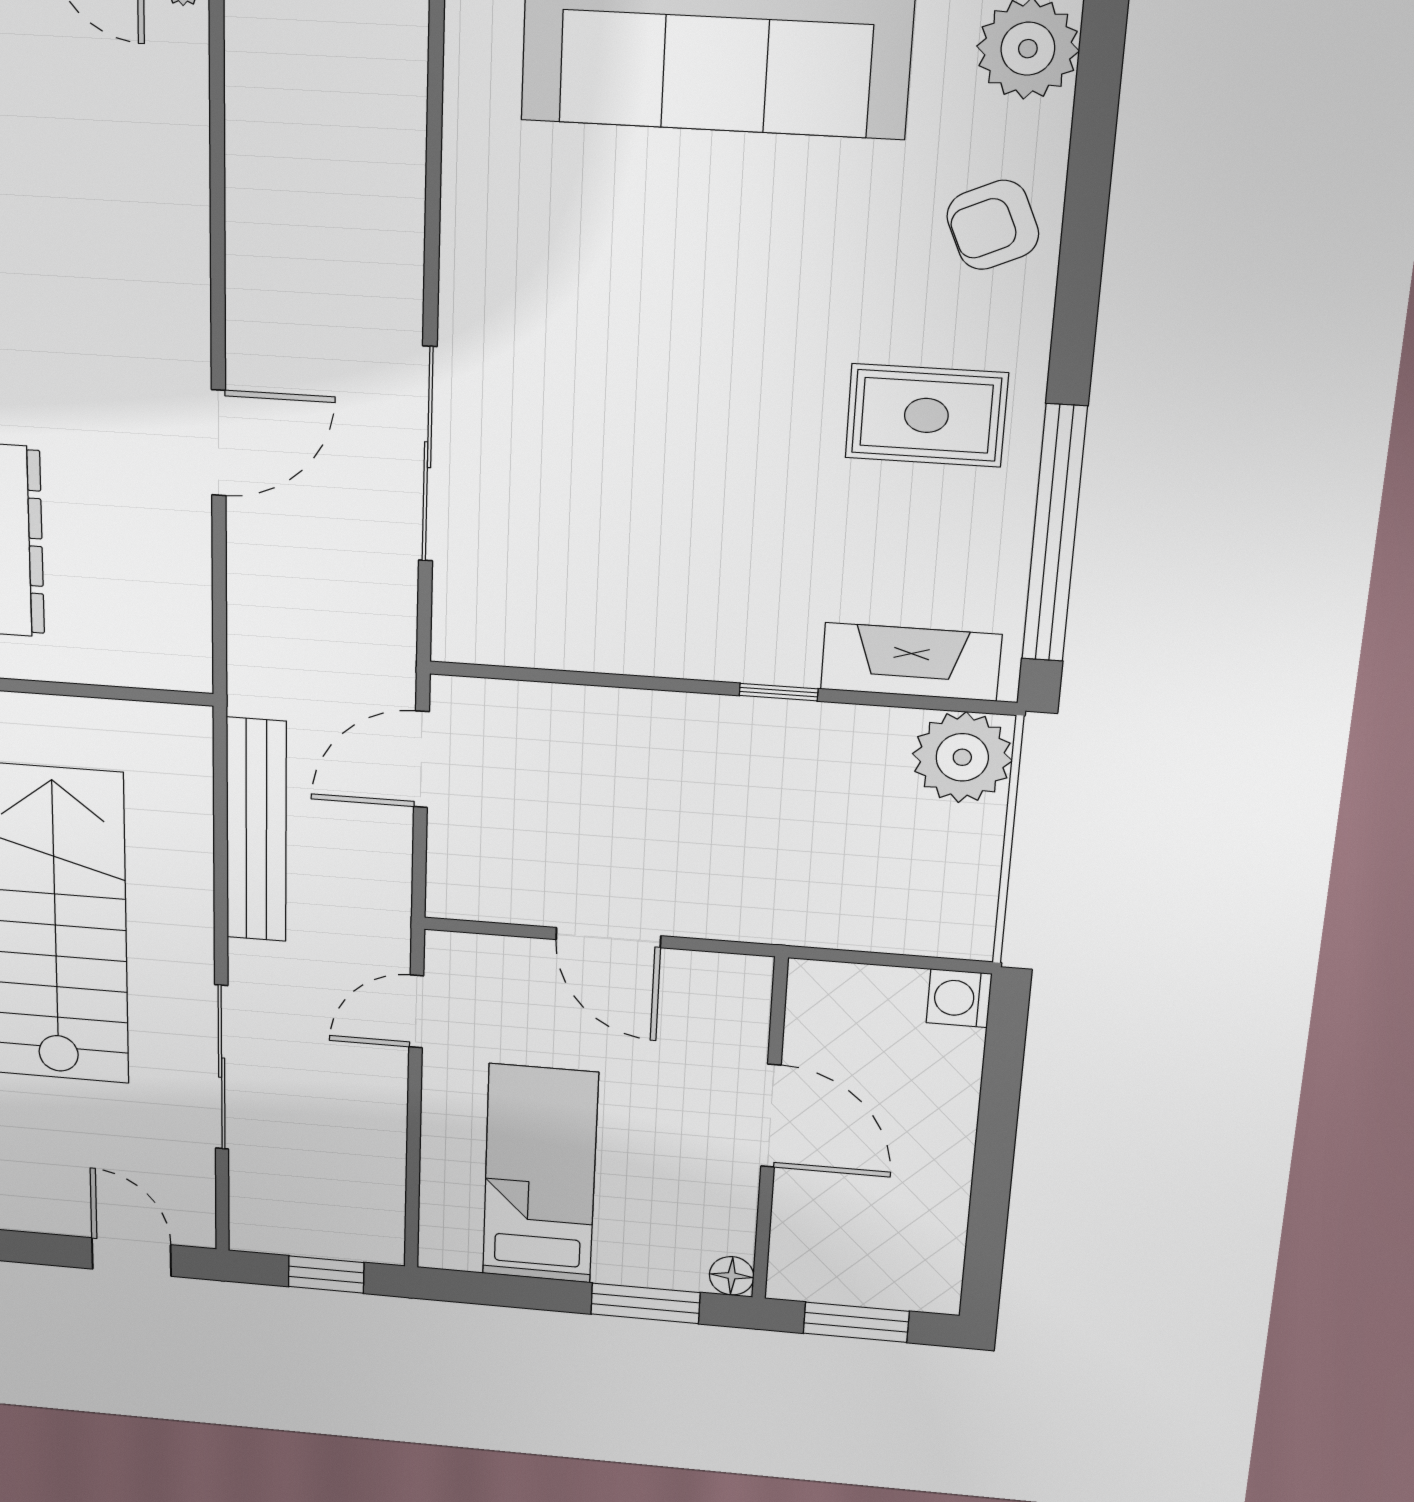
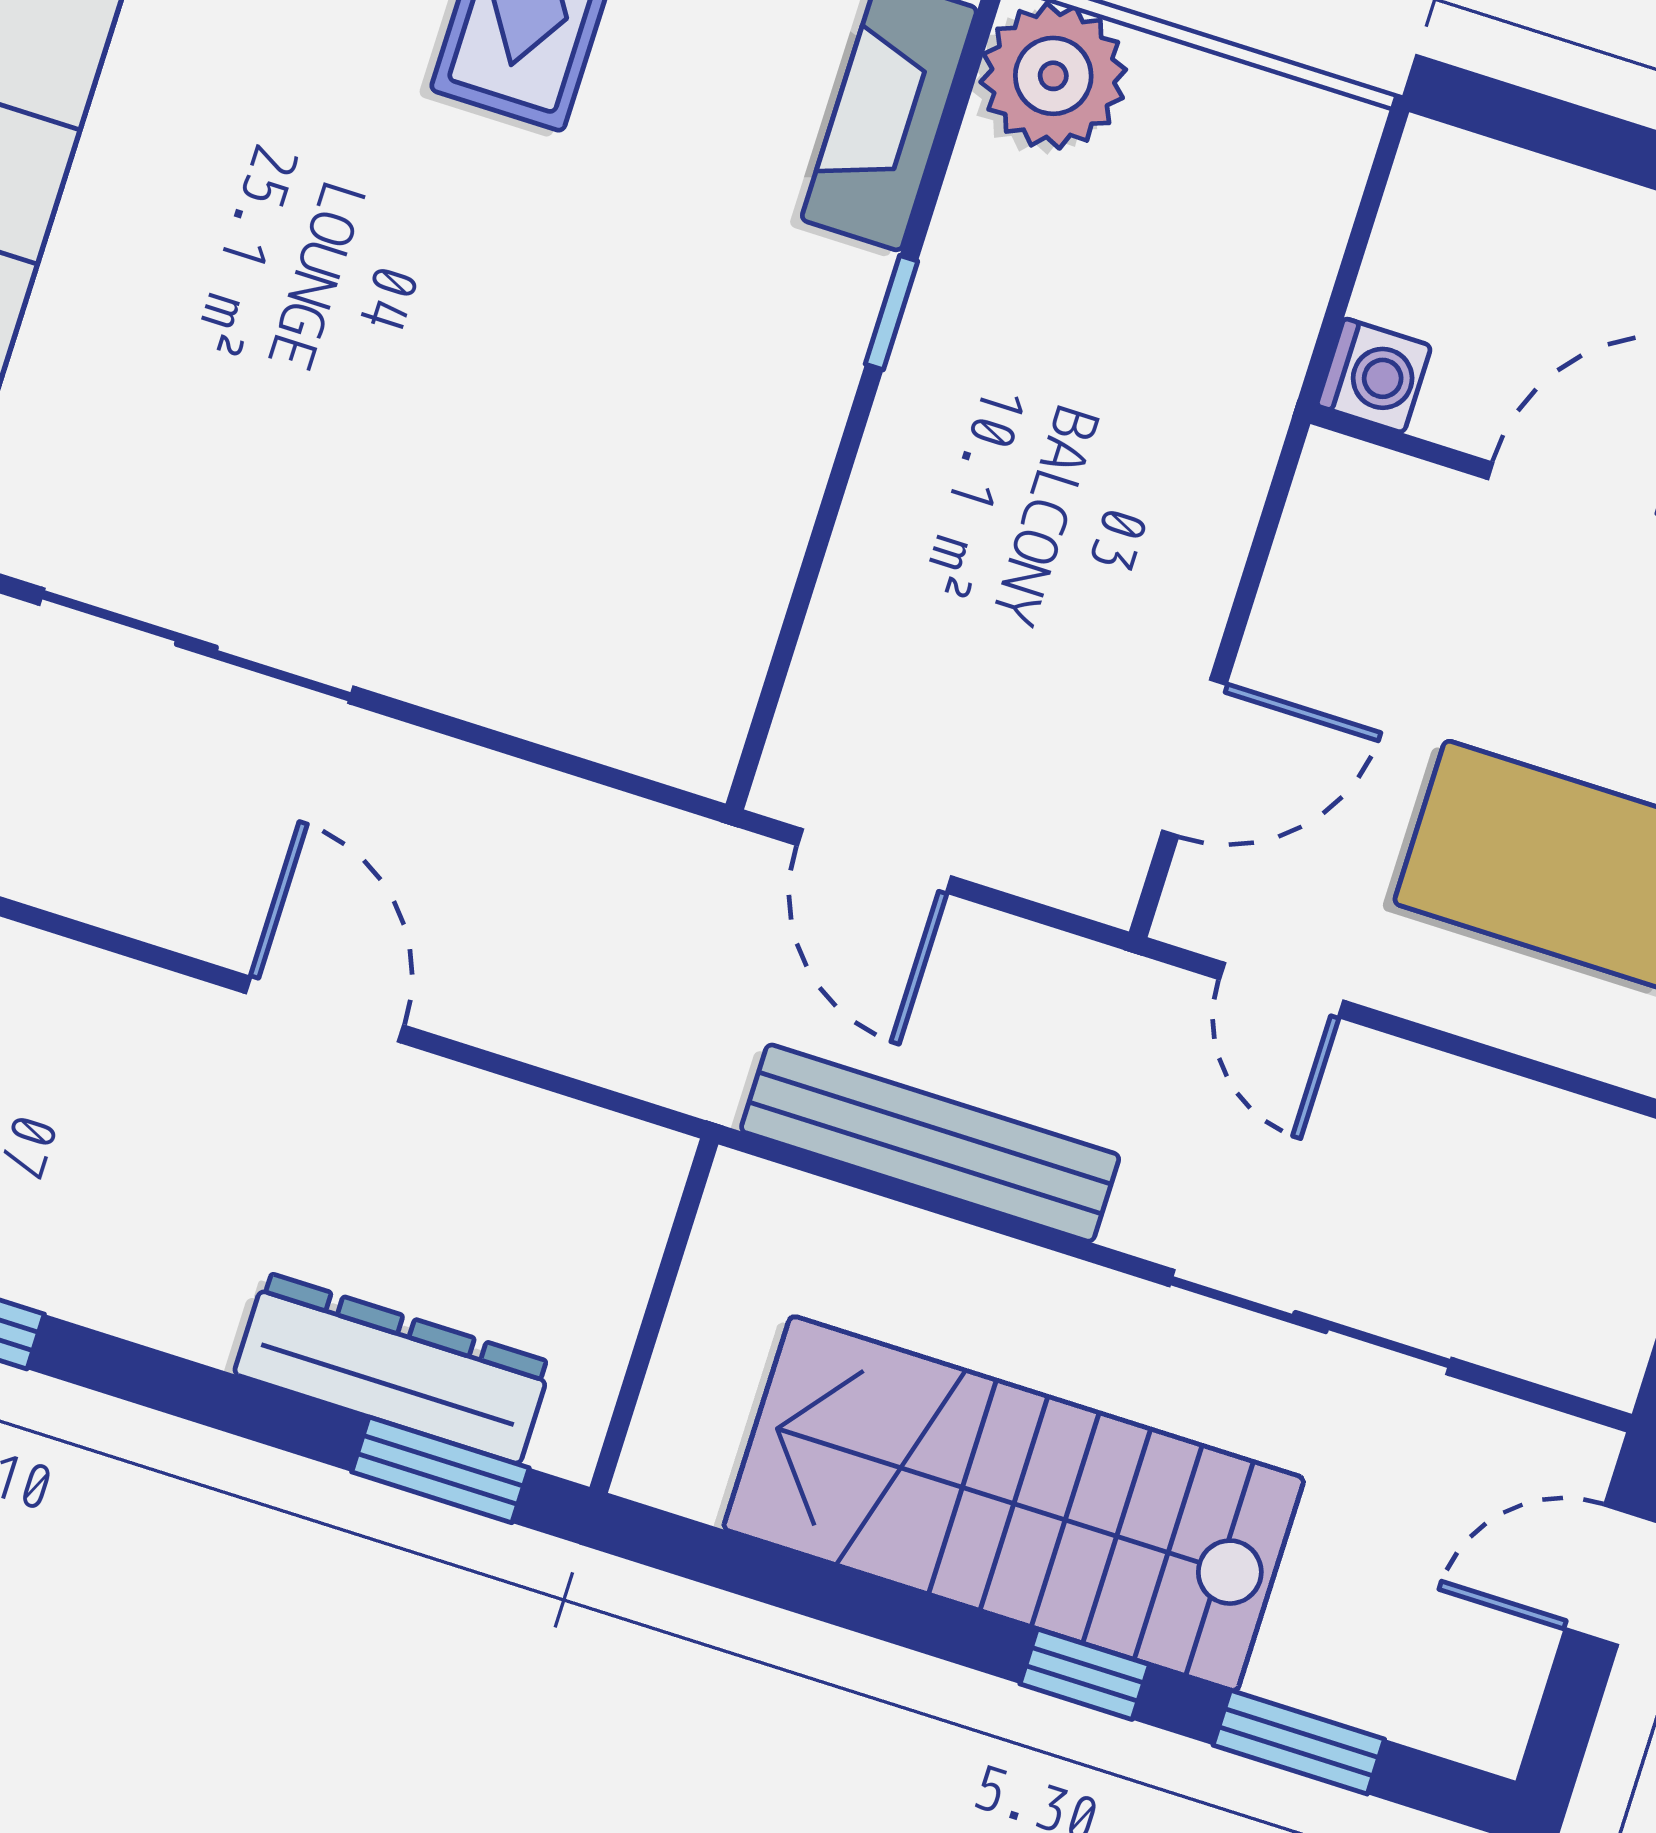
sliding door: (428, 455) -> (196, 646), moved
door: (608, 938) -> (1194, 758), moved
washing machine: (959, 998) -> (1374, 376), moved, turned -90

